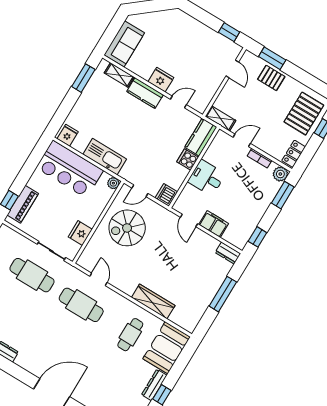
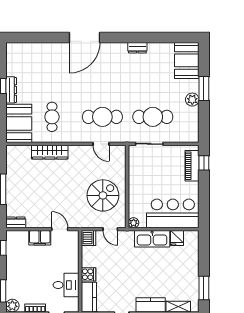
fridge: (68, 135) -> (177, 238), moved
desk: (207, 178) -> (66, 285), moved
door: (140, 191) -> (110, 229), swing flipped
fridge: (80, 233) -> (136, 170), removed

